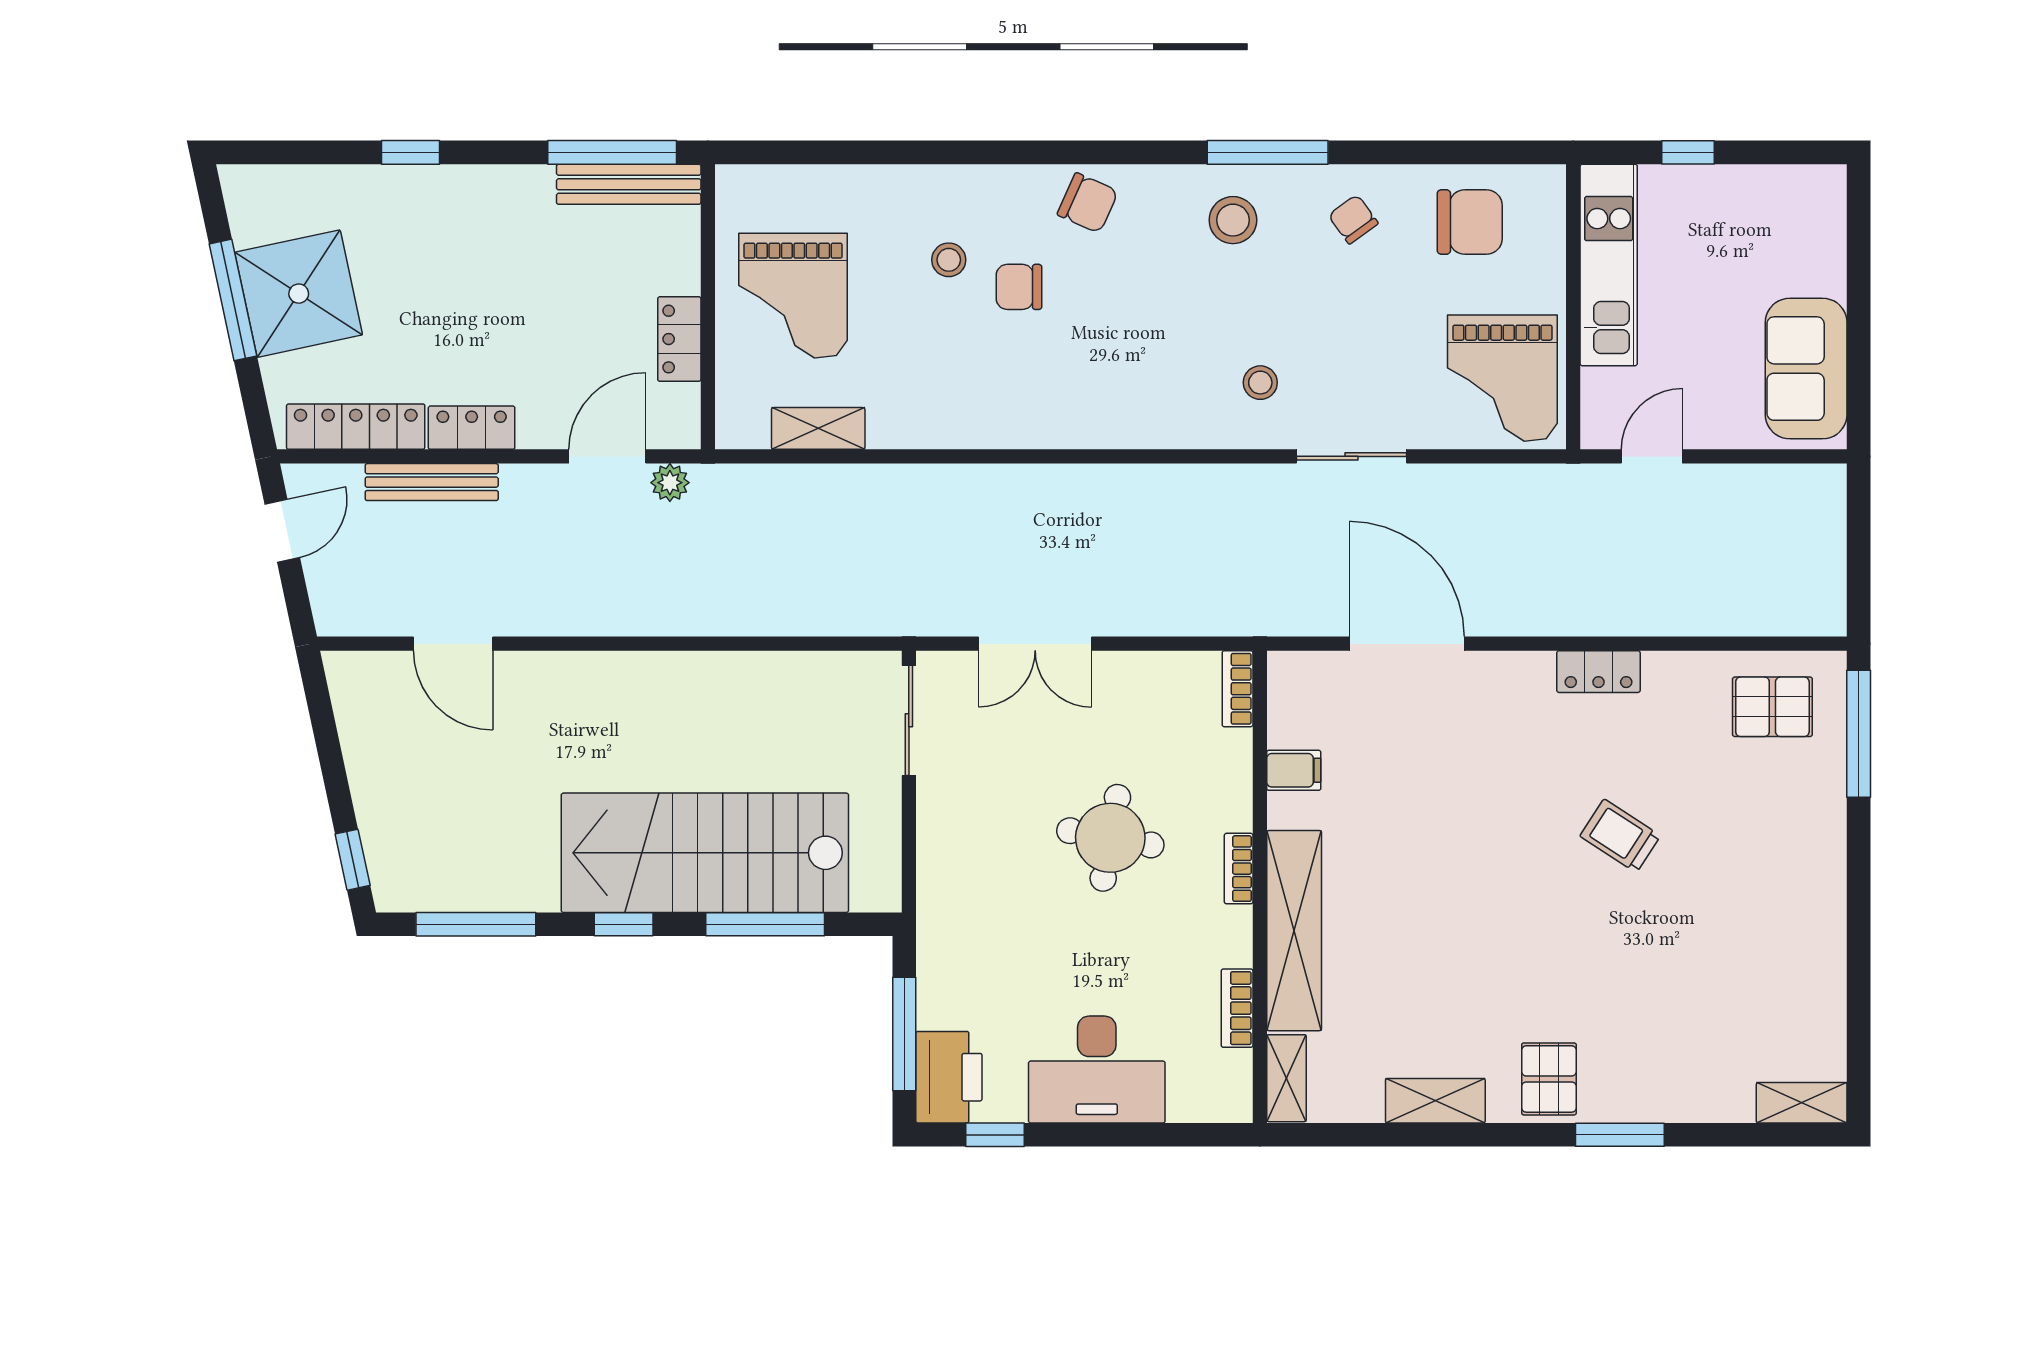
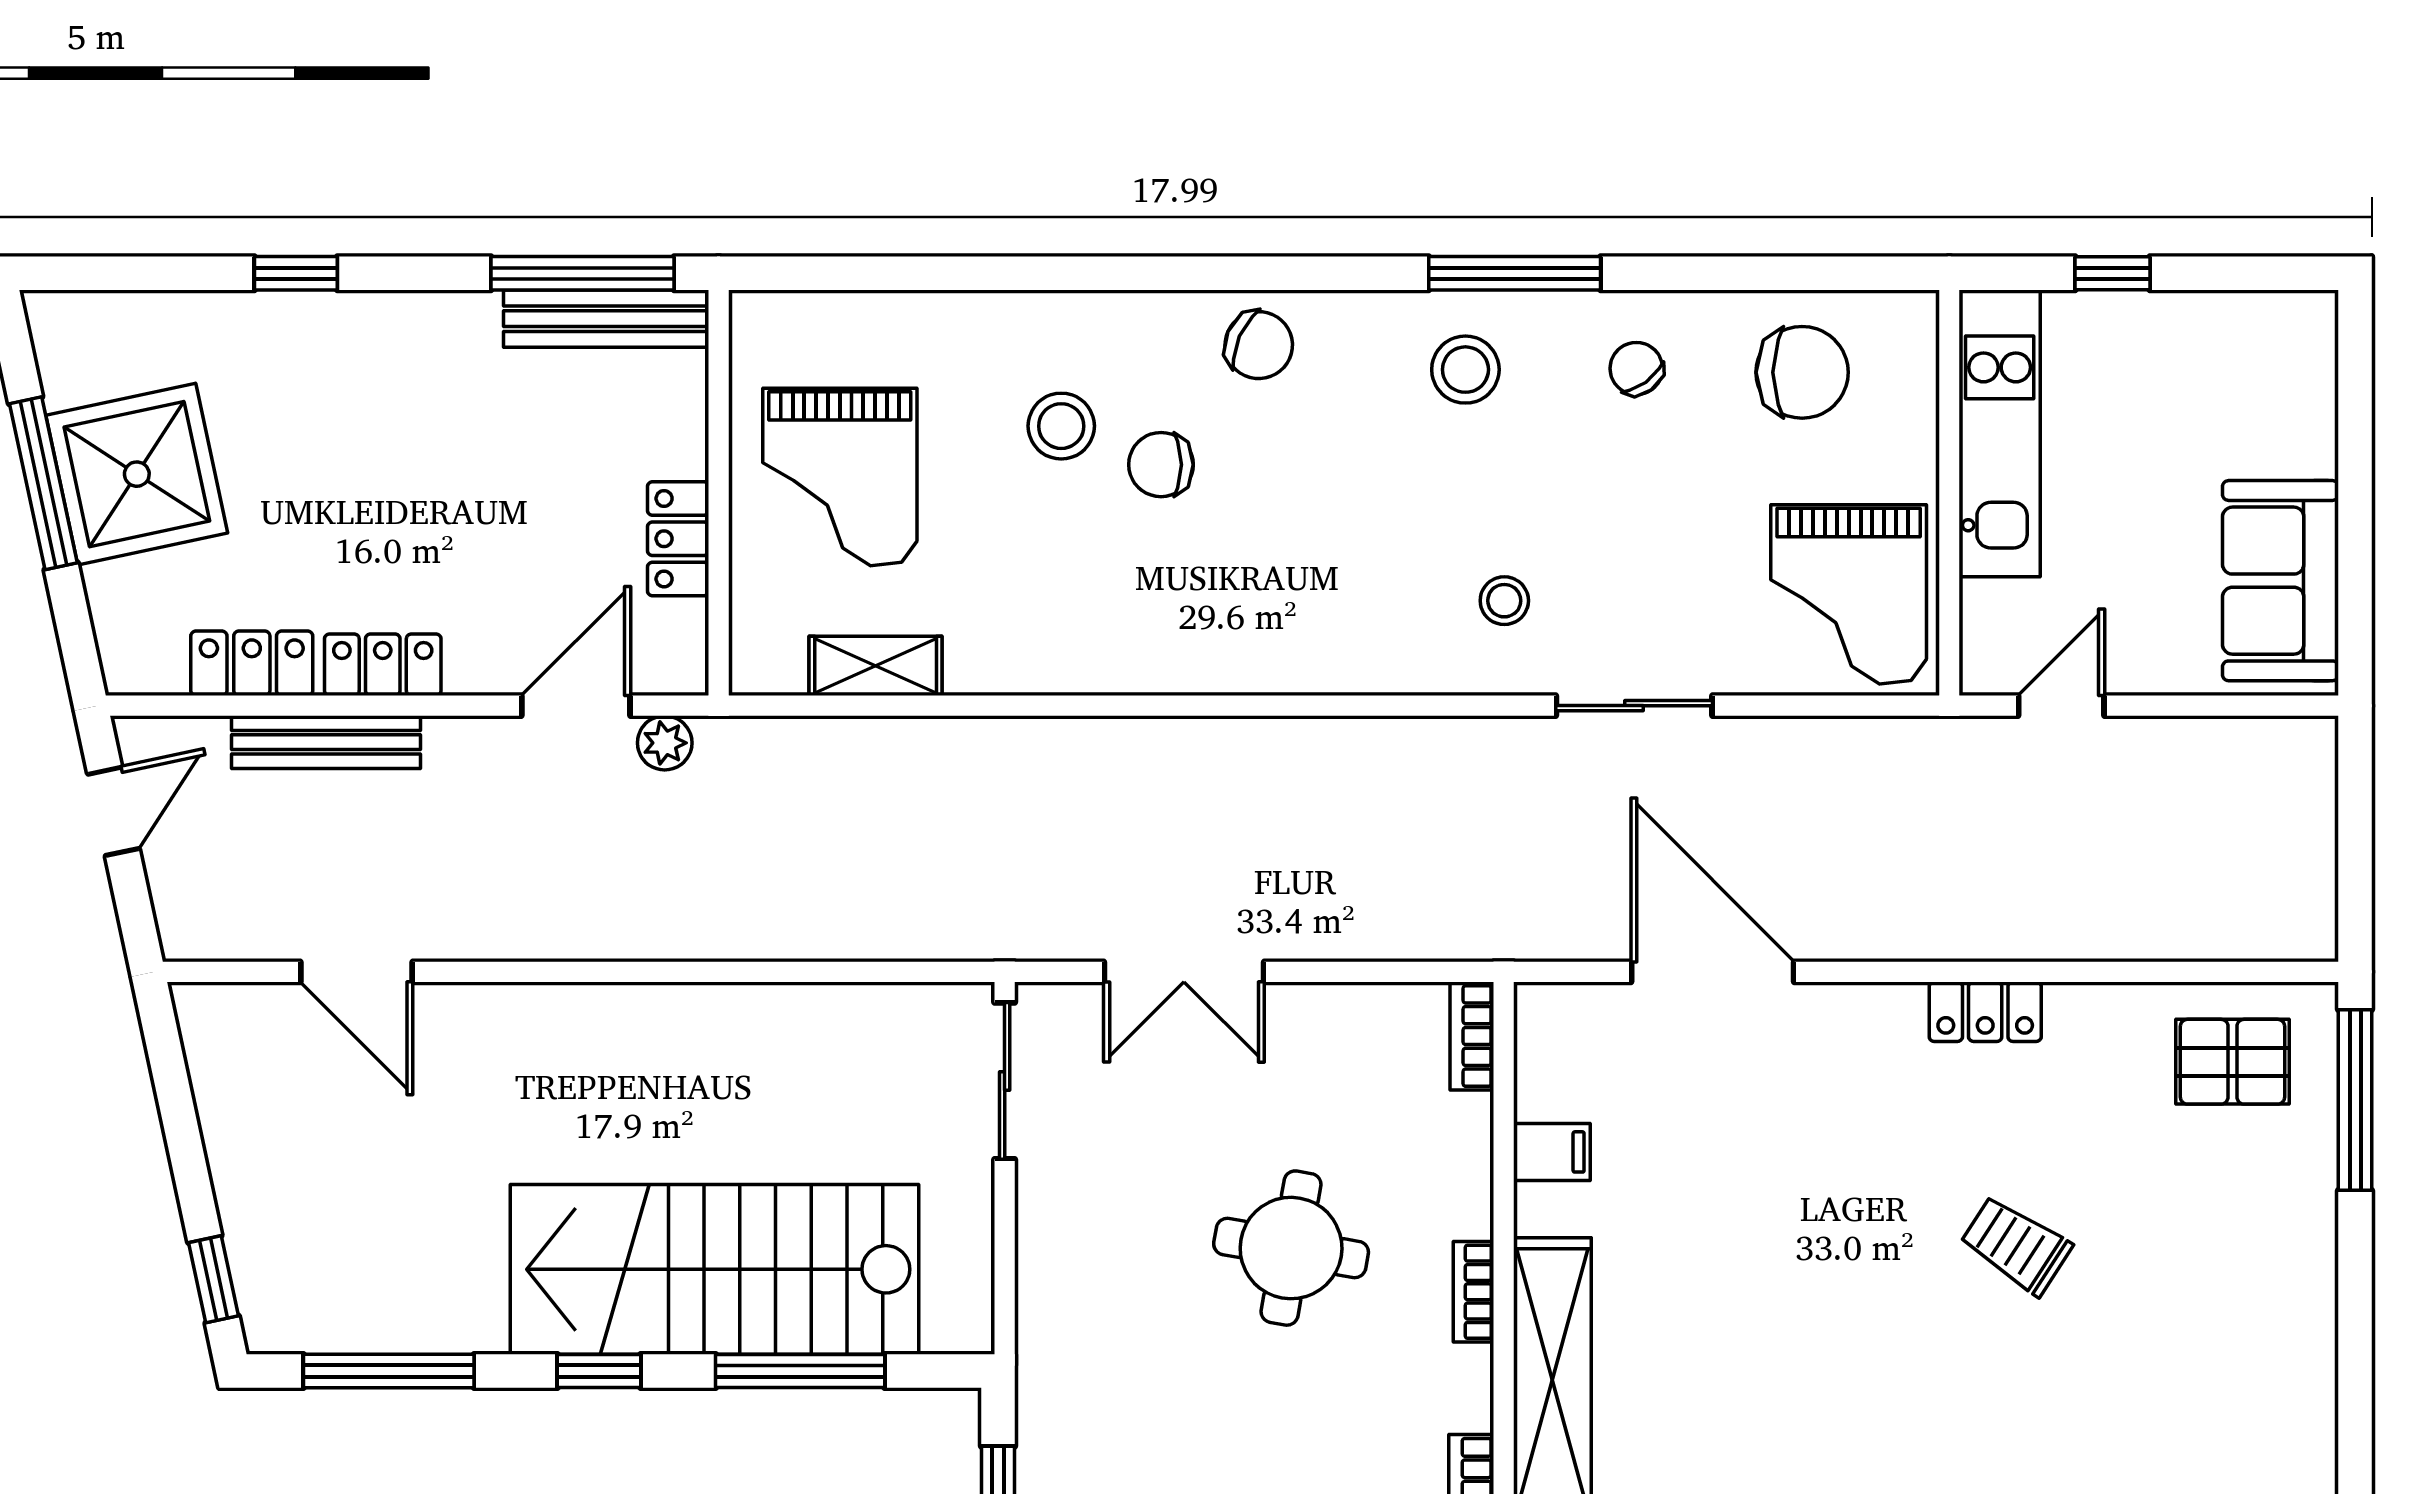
stool: (949, 260) -> (1061, 426), width x1.37, depth x1.37
locker: (356, 427) -> (252, 663), width x0.66

